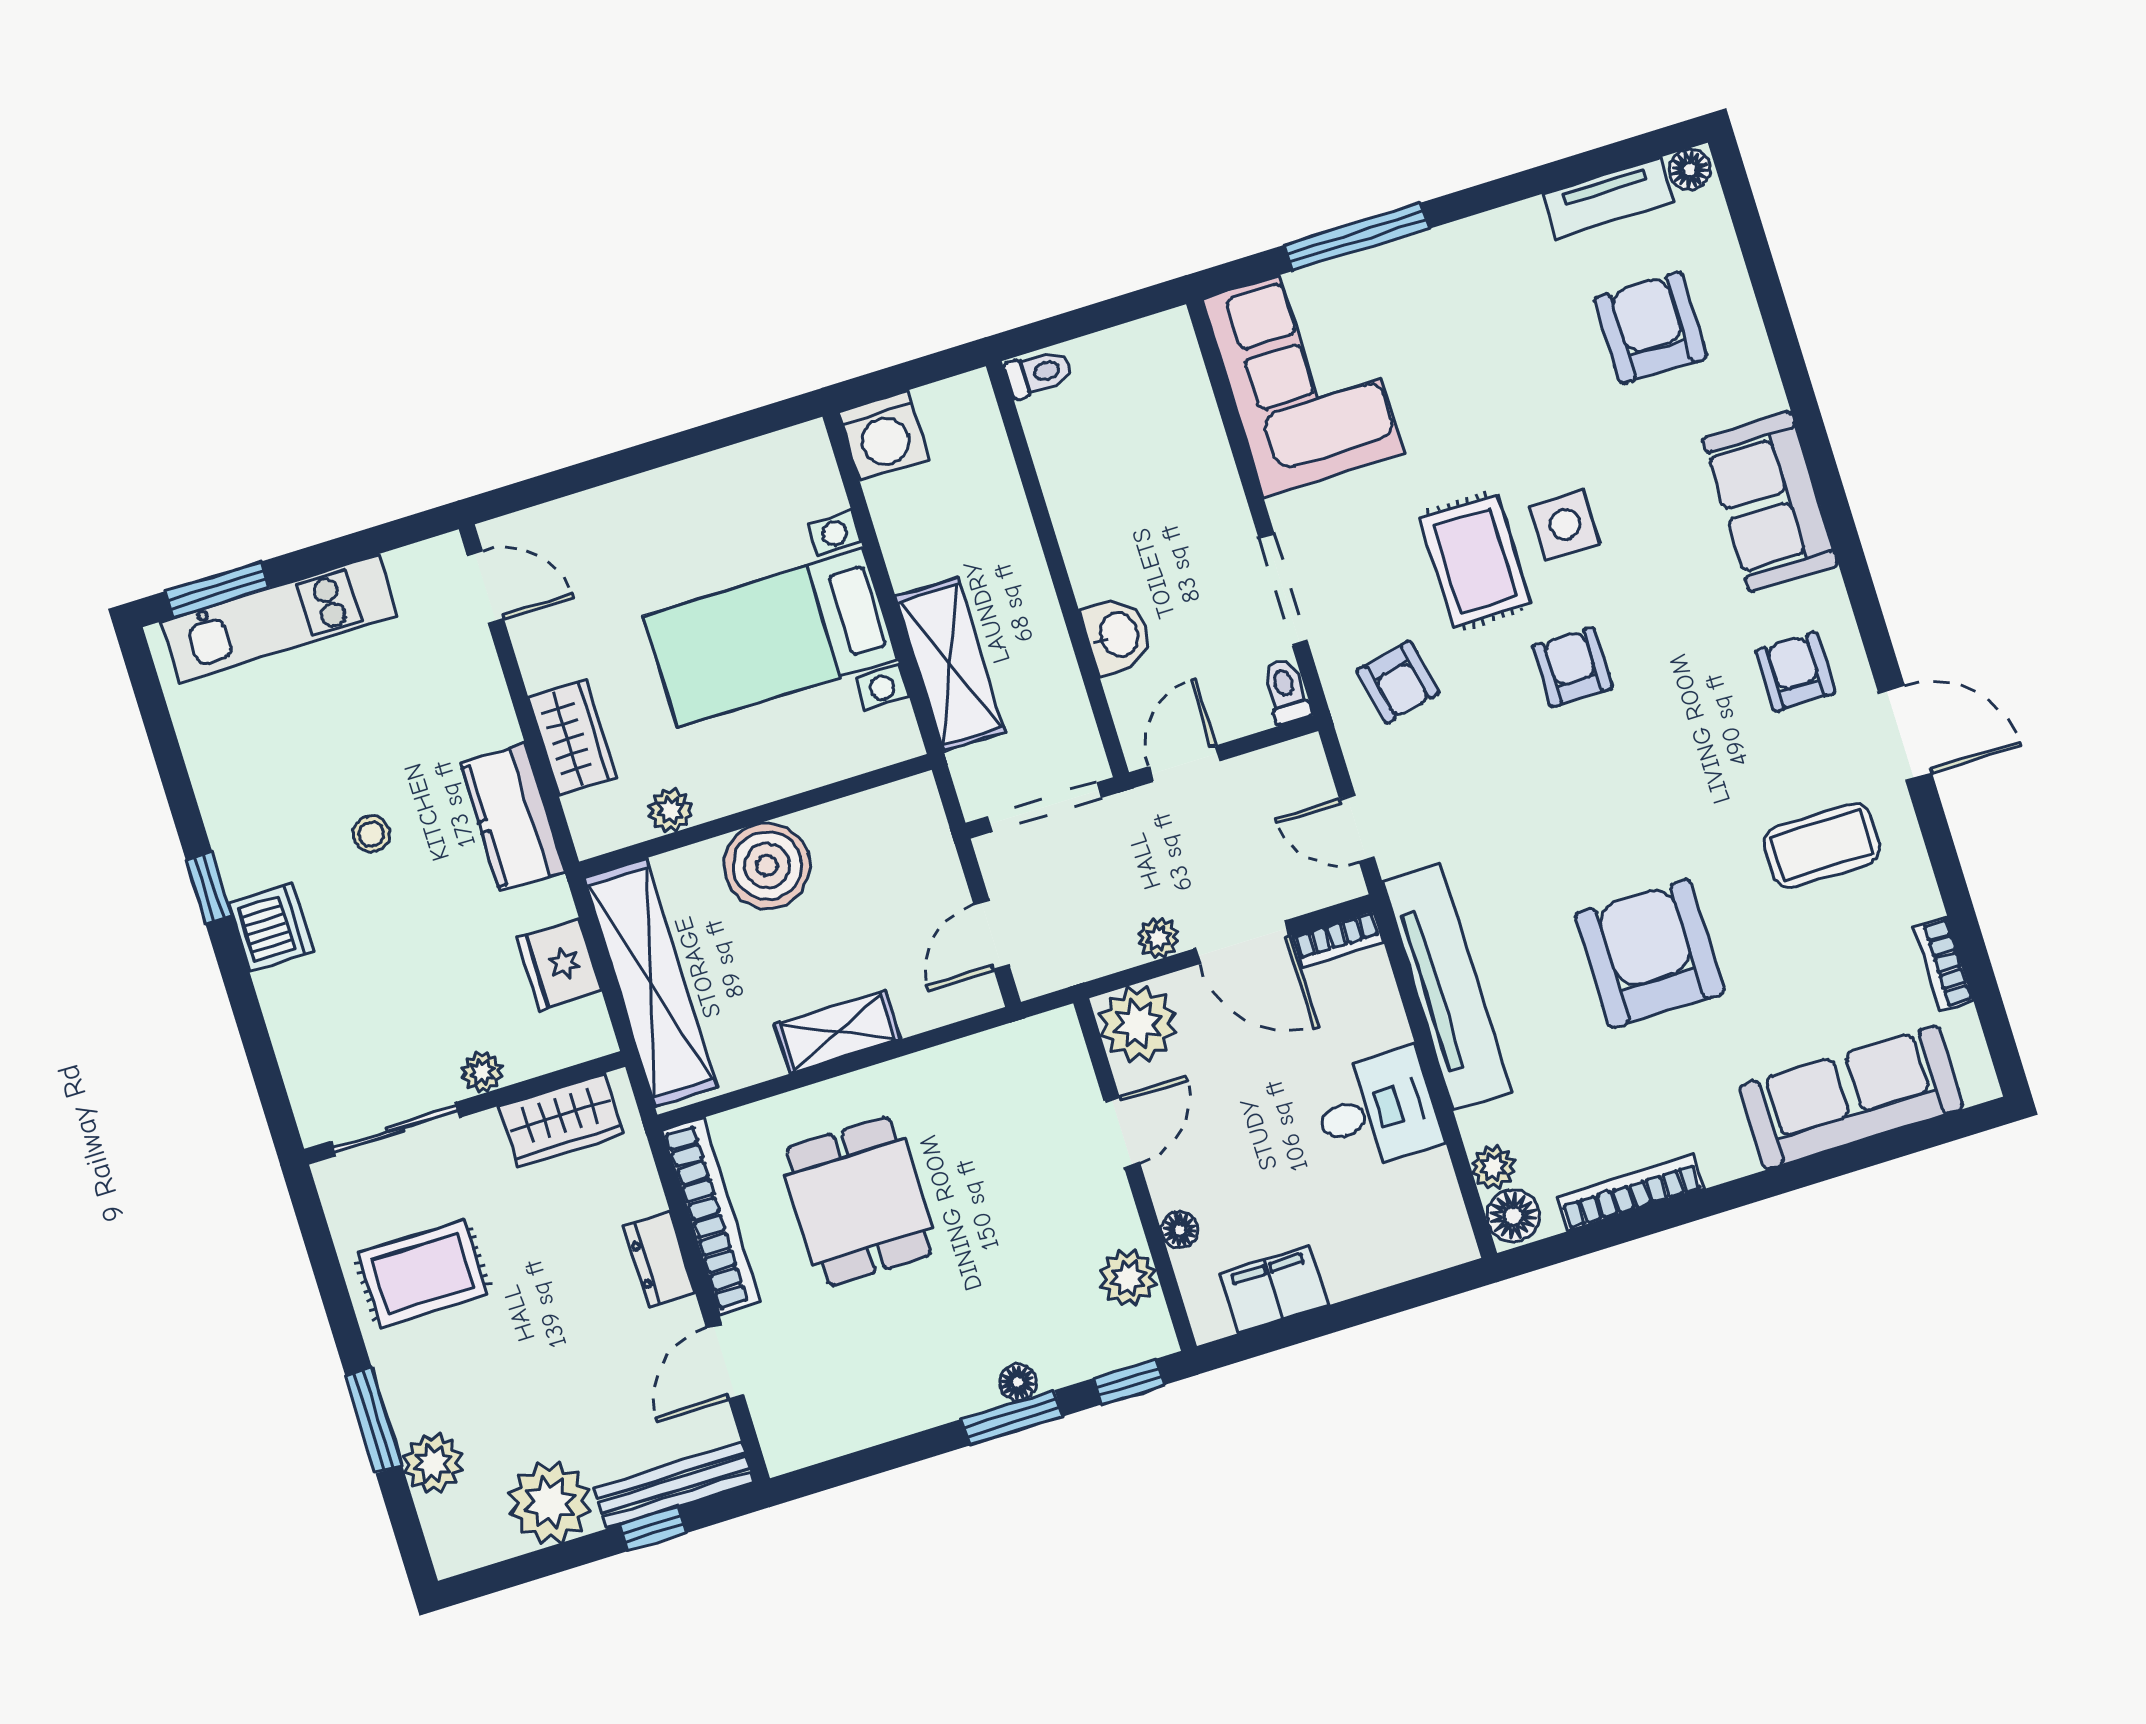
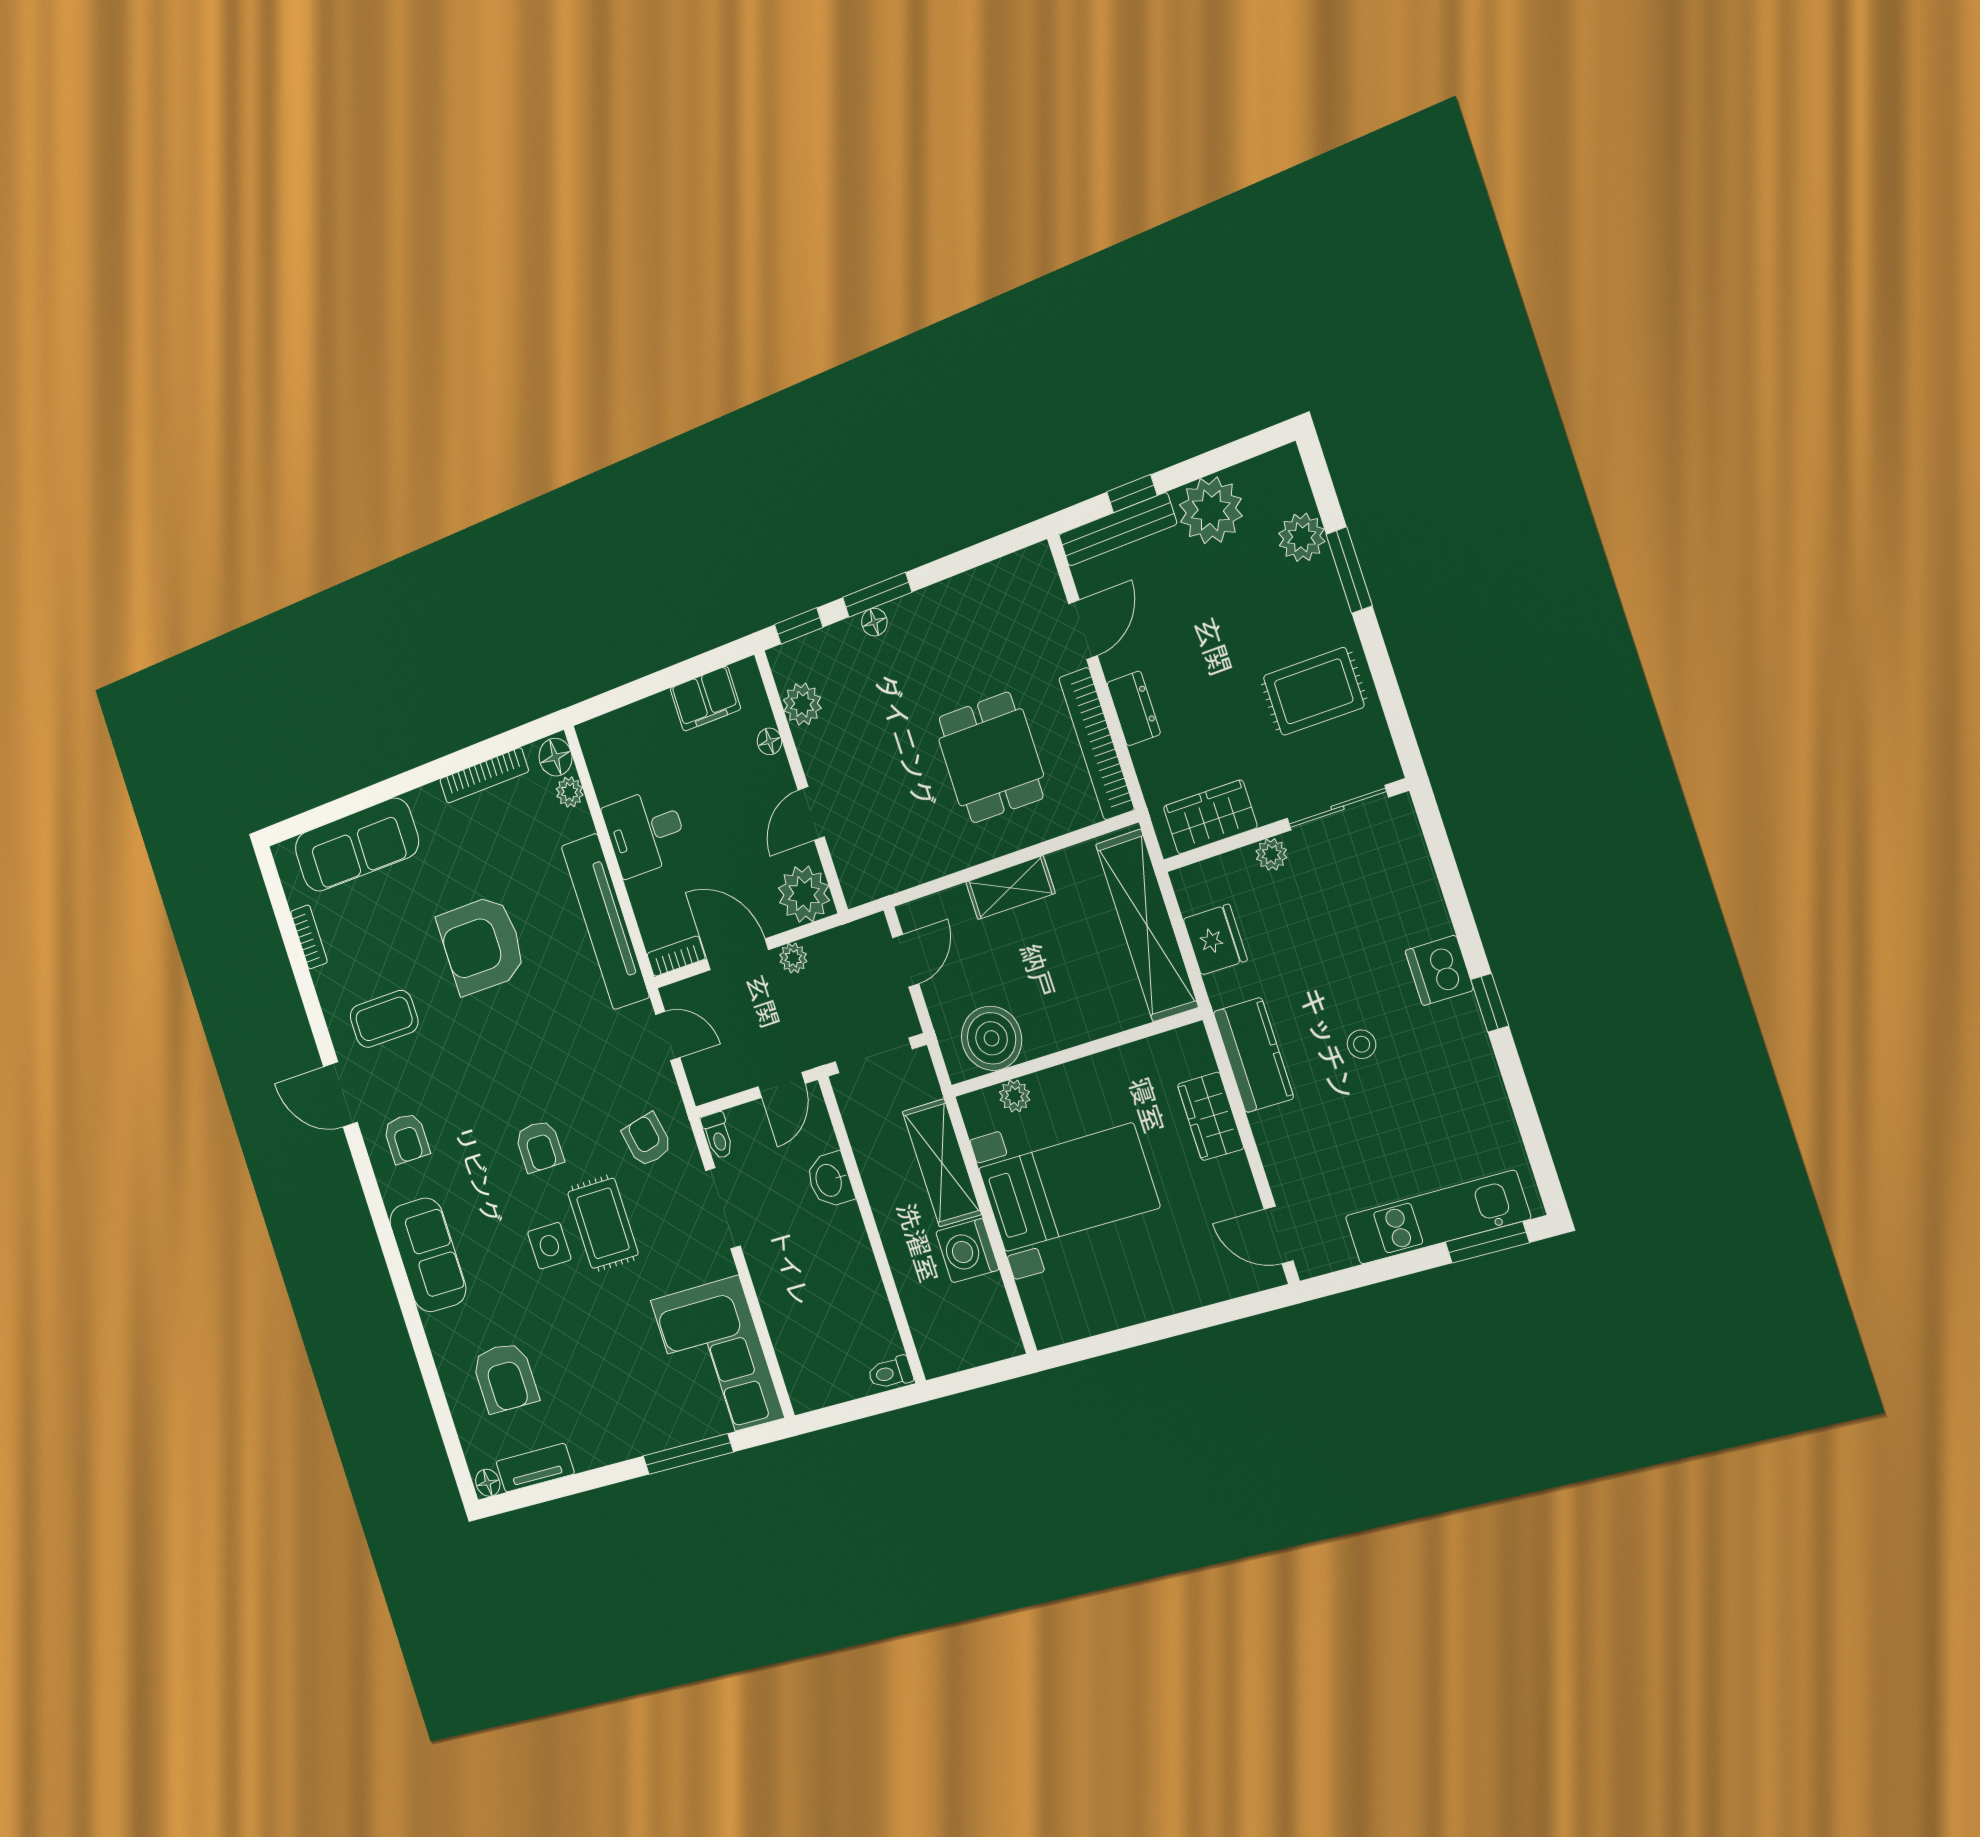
washing machine: (884, 436) -> (967, 1251), moved, turned -90
plant: (670, 810) -> (1015, 1096), moved
boiler: (767, 866) -> (992, 1038), moved
armchair: (1650, 954) -> (482, 945), turned 90

